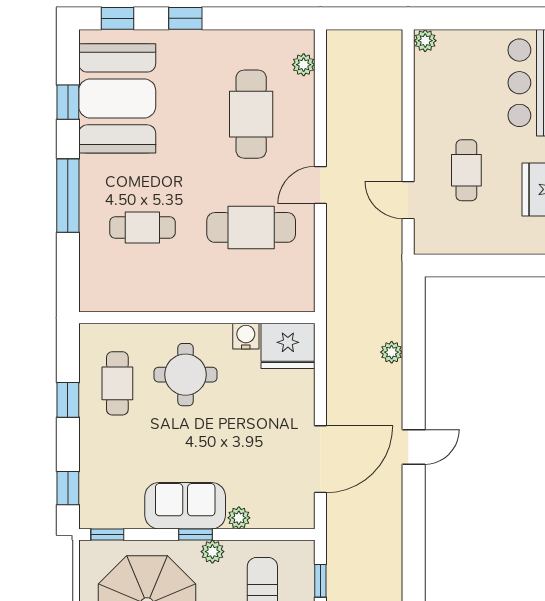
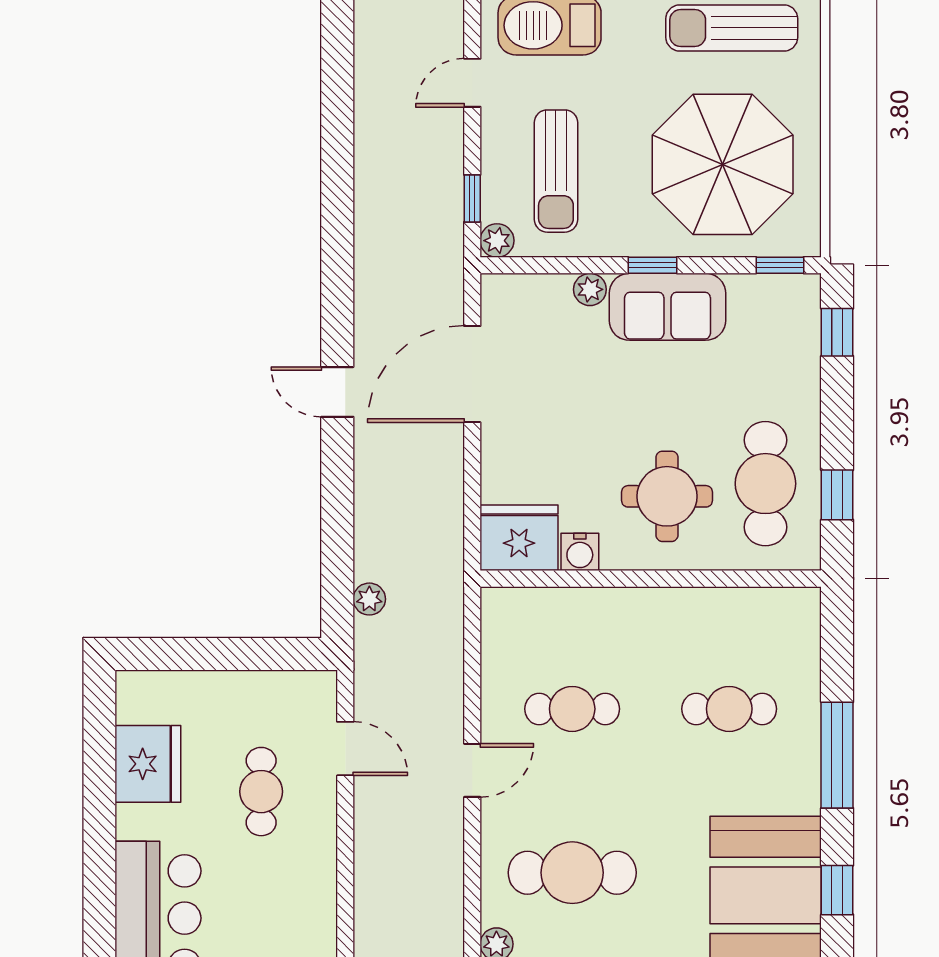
cafe table: (251, 114) -> (572, 873), turned 90
cafe table: (251, 227) -> (572, 709), width x0.73, depth x0.74
plant: (392, 352) -> (369, 599), moved
cafe table: (117, 383) -> (765, 484), width x1.37, depth x1.35
window: (68, 400) -> (837, 495), moved
door: (414, 447) -> (337, 392), hinge flipped
plant: (212, 552) -> (497, 241), moved

